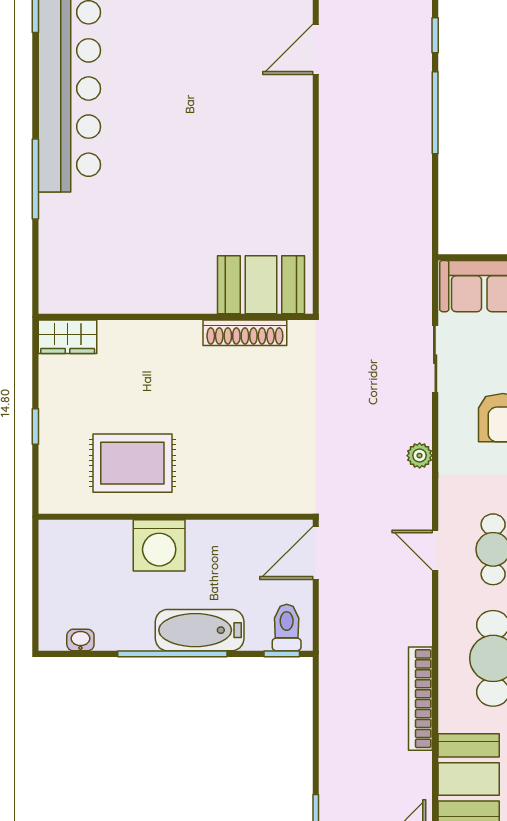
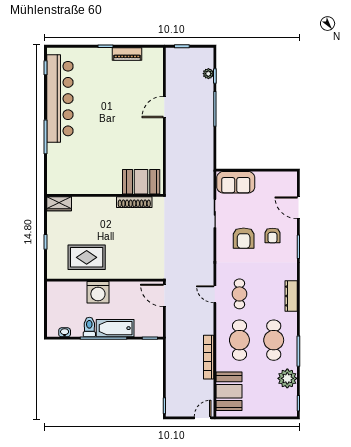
door: (316, 49) -> (164, 107), moved
plant: (420, 456) -> (208, 74), moved
door: (316, 553) -> (164, 295), hinge flipped
toilet: (287, 628) -> (89, 327), moved

